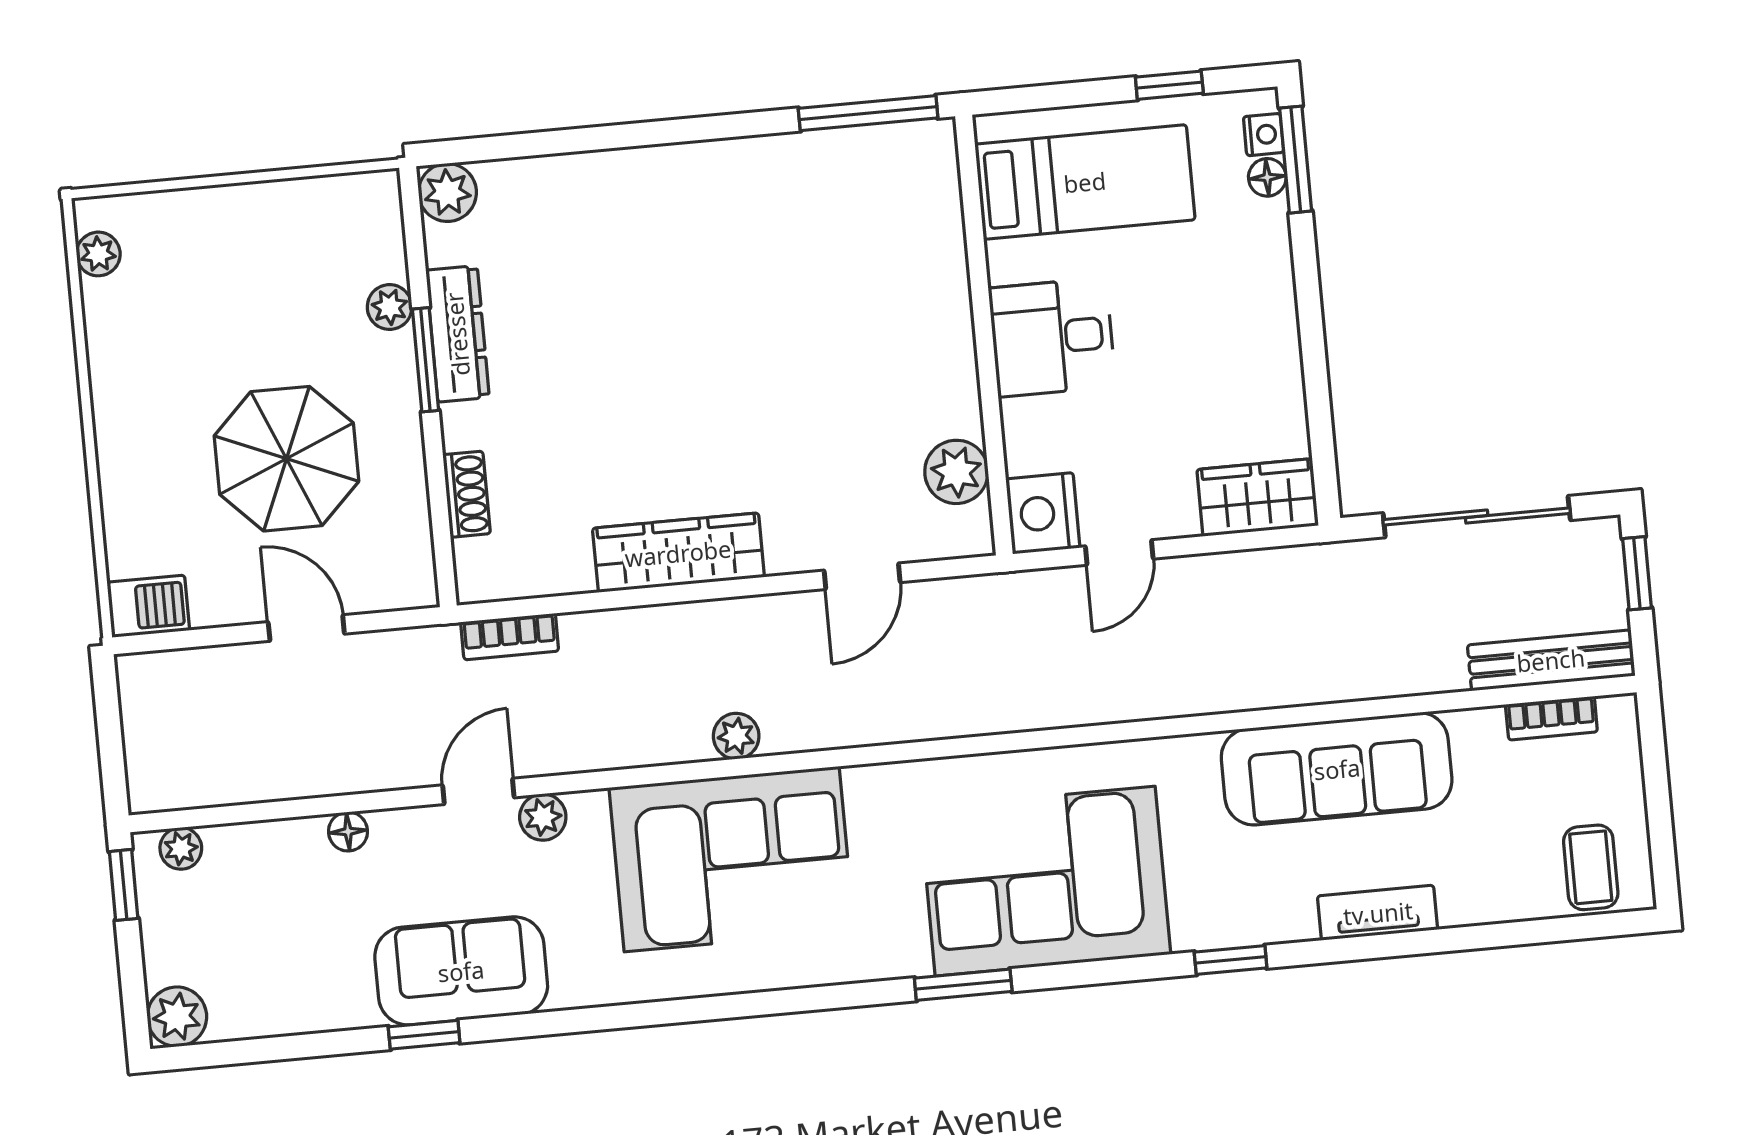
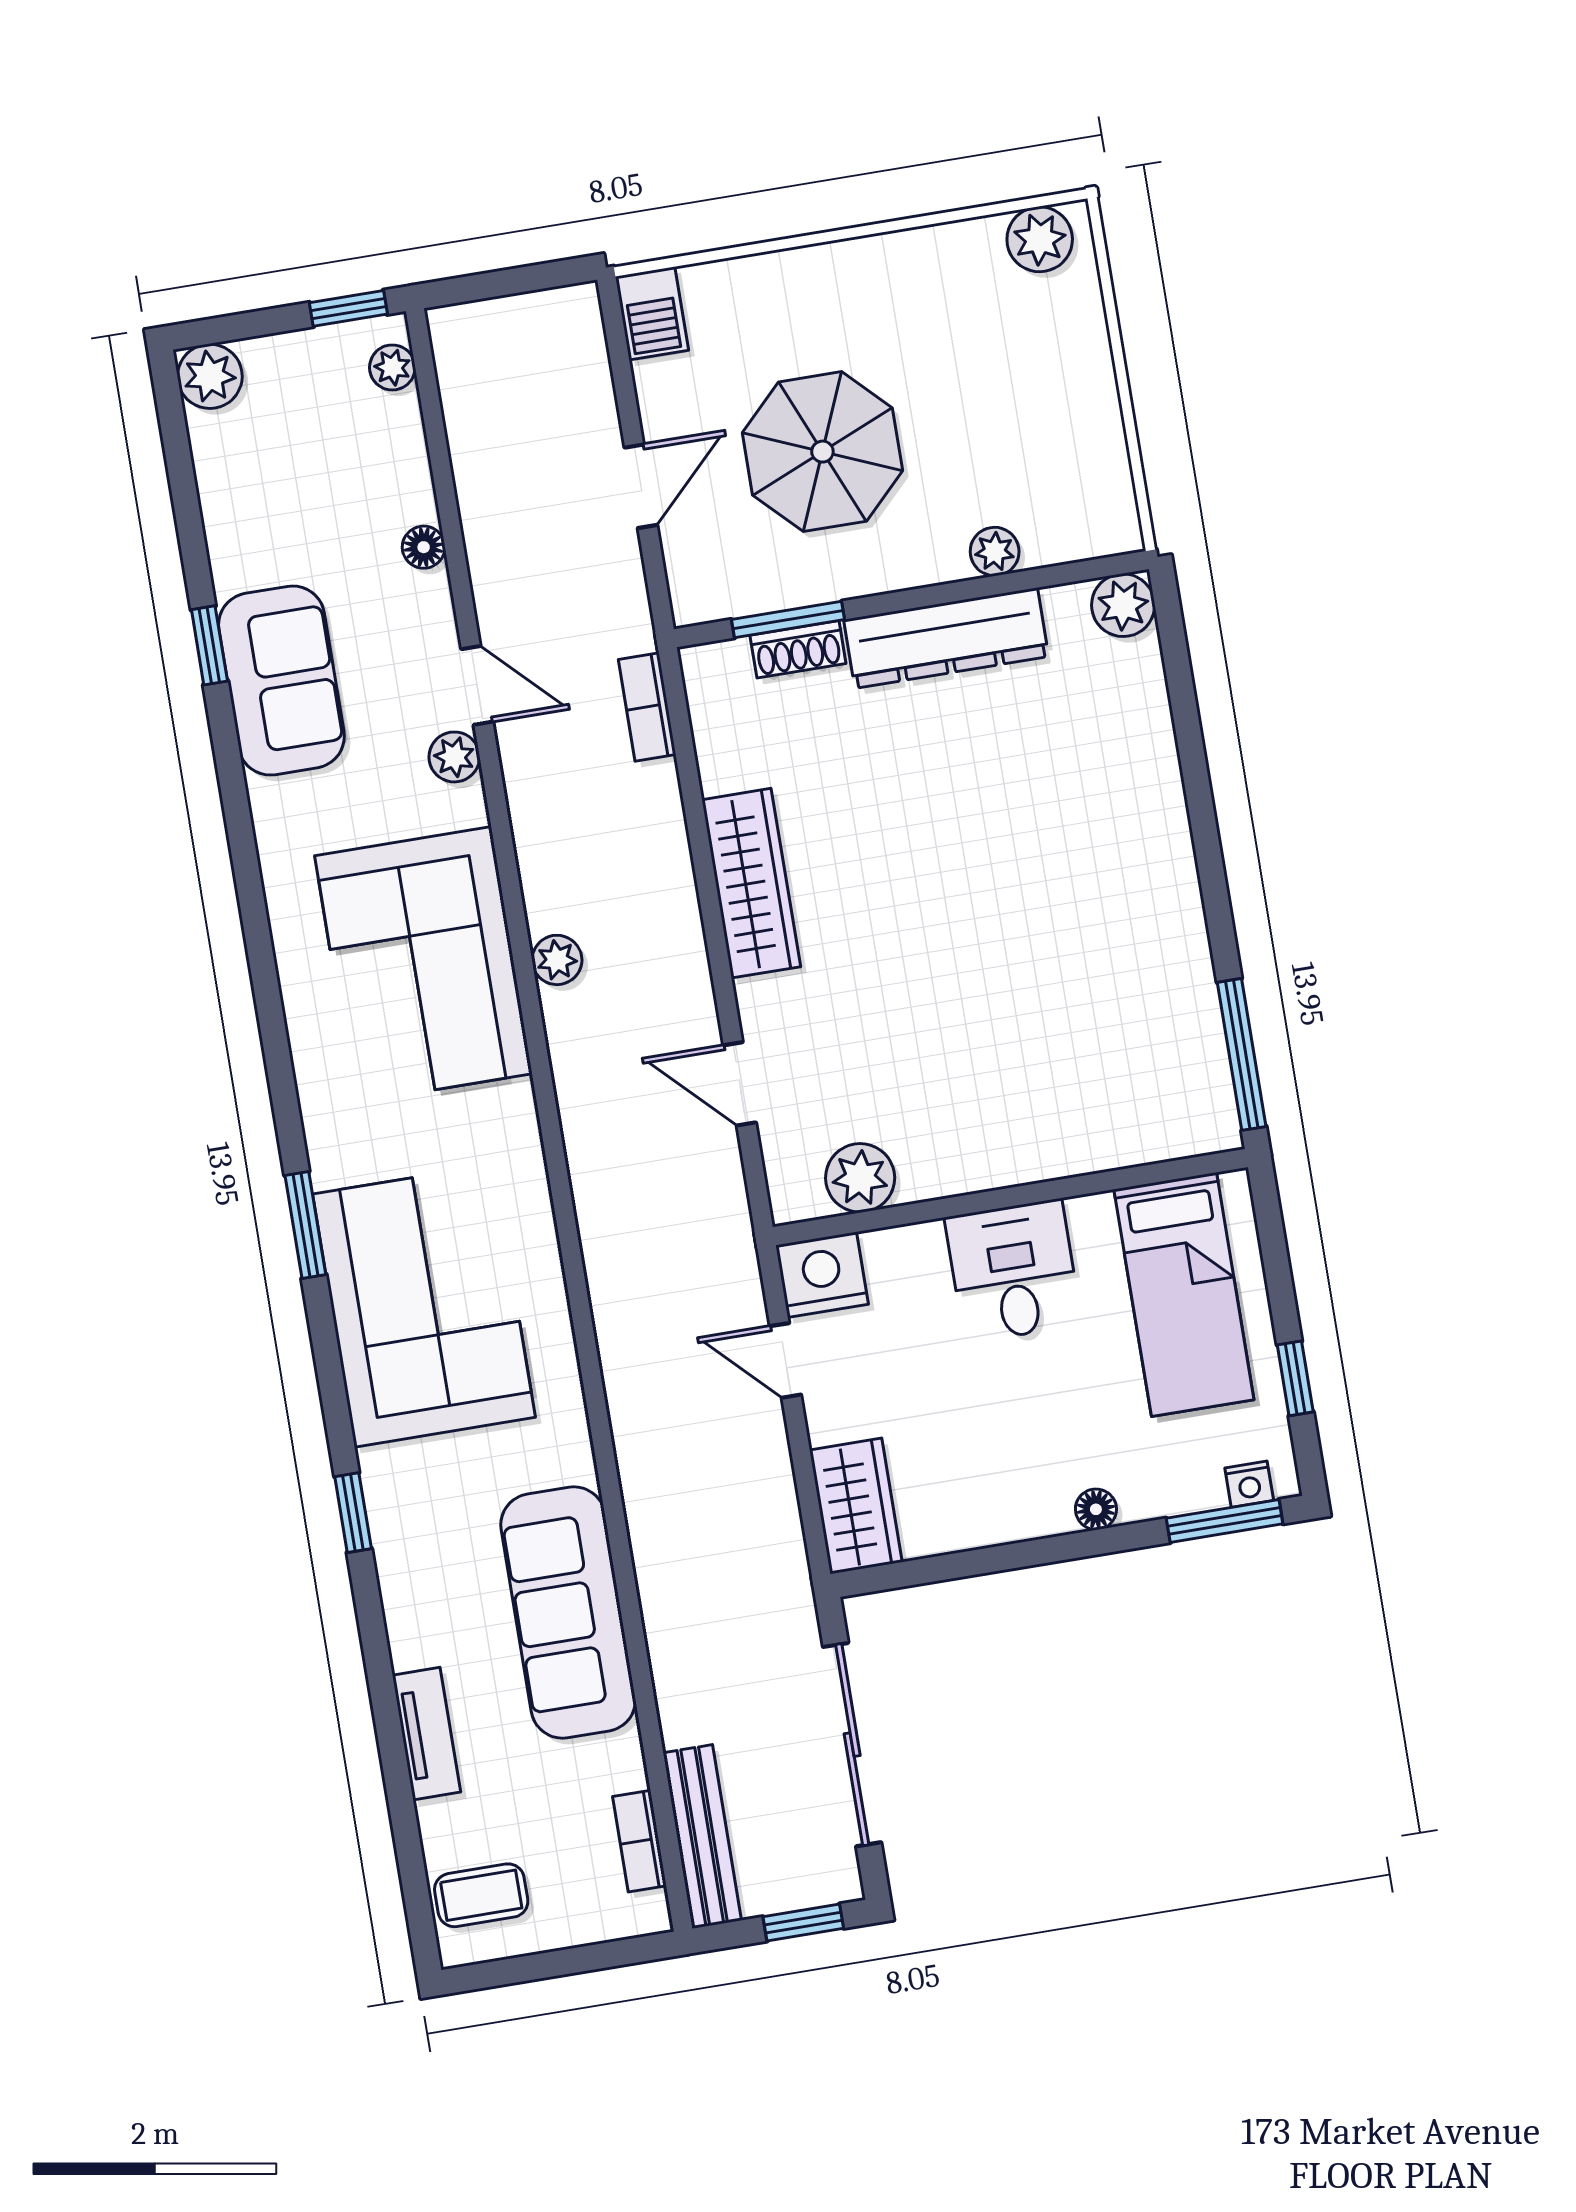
floor lamp: (1267, 177) -> (1096, 1509), moved
plant: (98, 254) -> (1040, 239), width x1.38, depth x1.38
dresser: (457, 334) -> (946, 638), width x1.37, depth x1.24
window: (425, 360) -> (788, 620), moved
tv unit: (1378, 913) -> (426, 1734), moved

